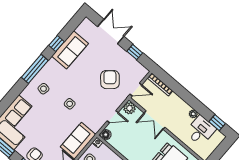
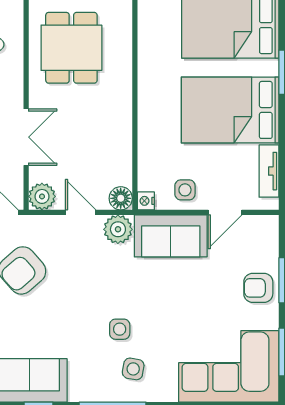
side table: (70, 104) -> (120, 329), moved
plant: (96, 125) -> (118, 229), added

